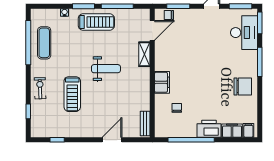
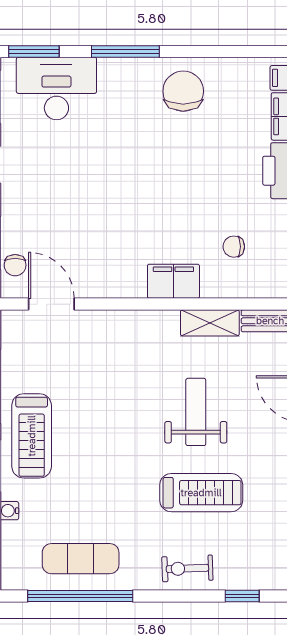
treadmill: (96, 22) -> (32, 436), turned 180
shelving: (144, 54) -> (210, 323), moved
weight bench: (106, 69) -> (196, 412), moved

